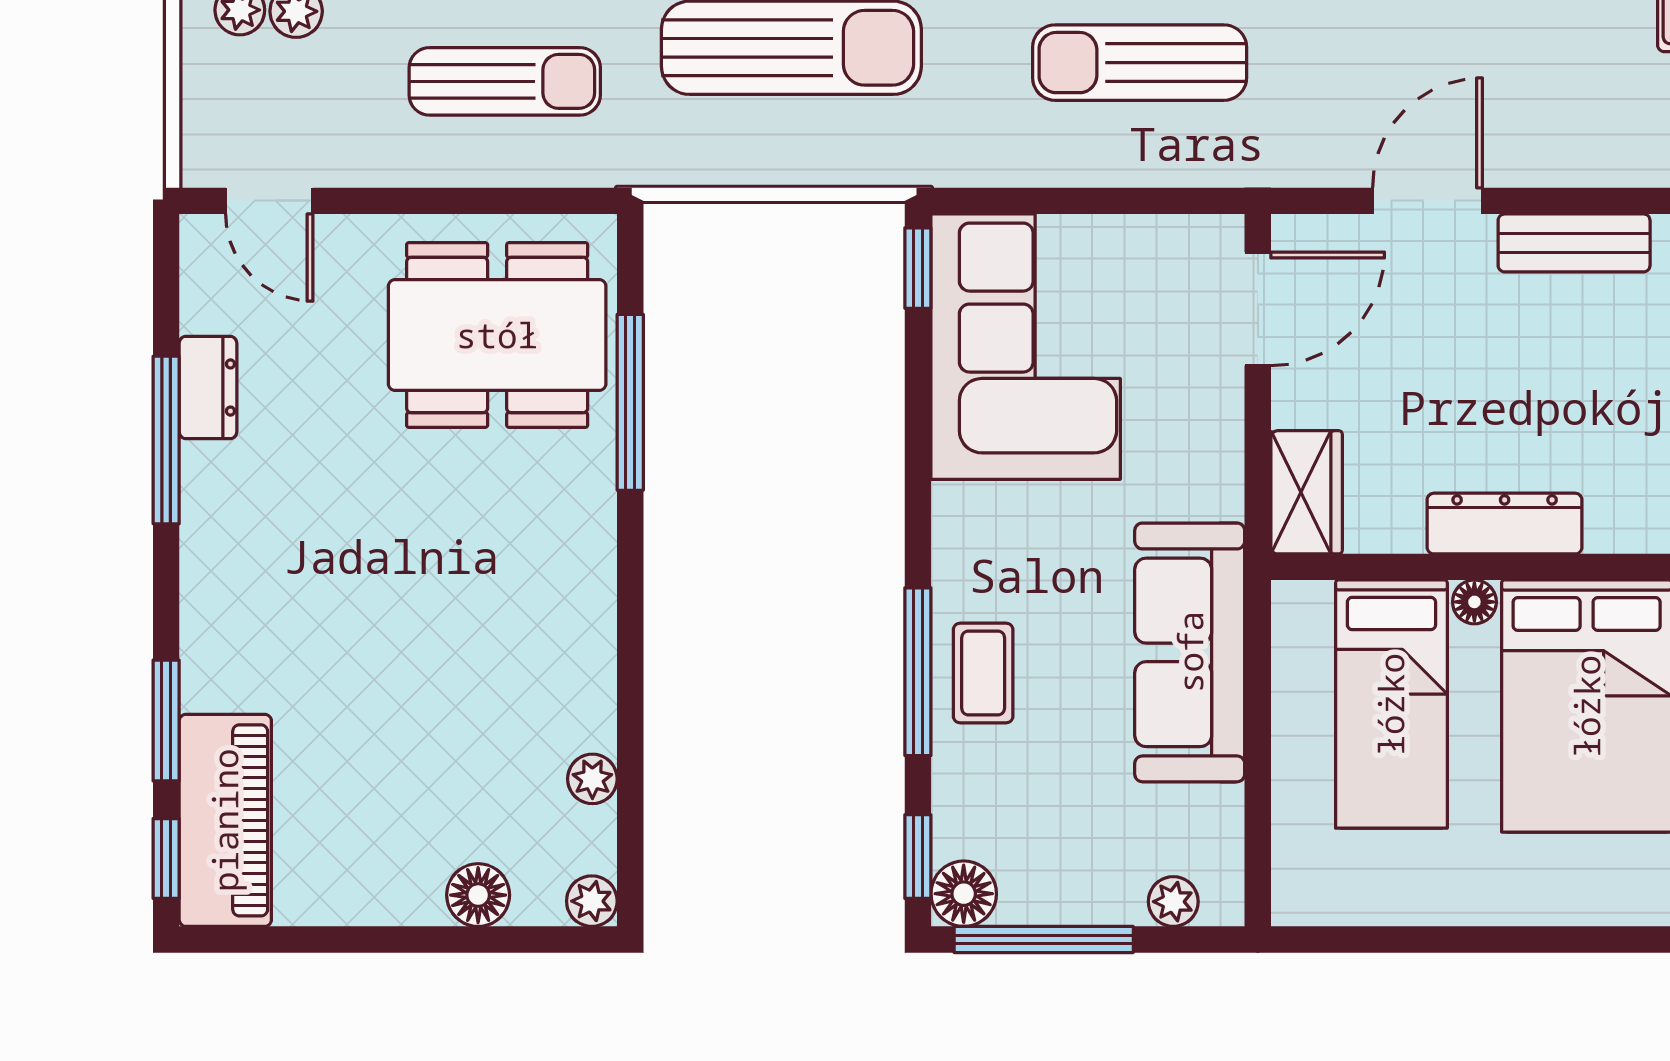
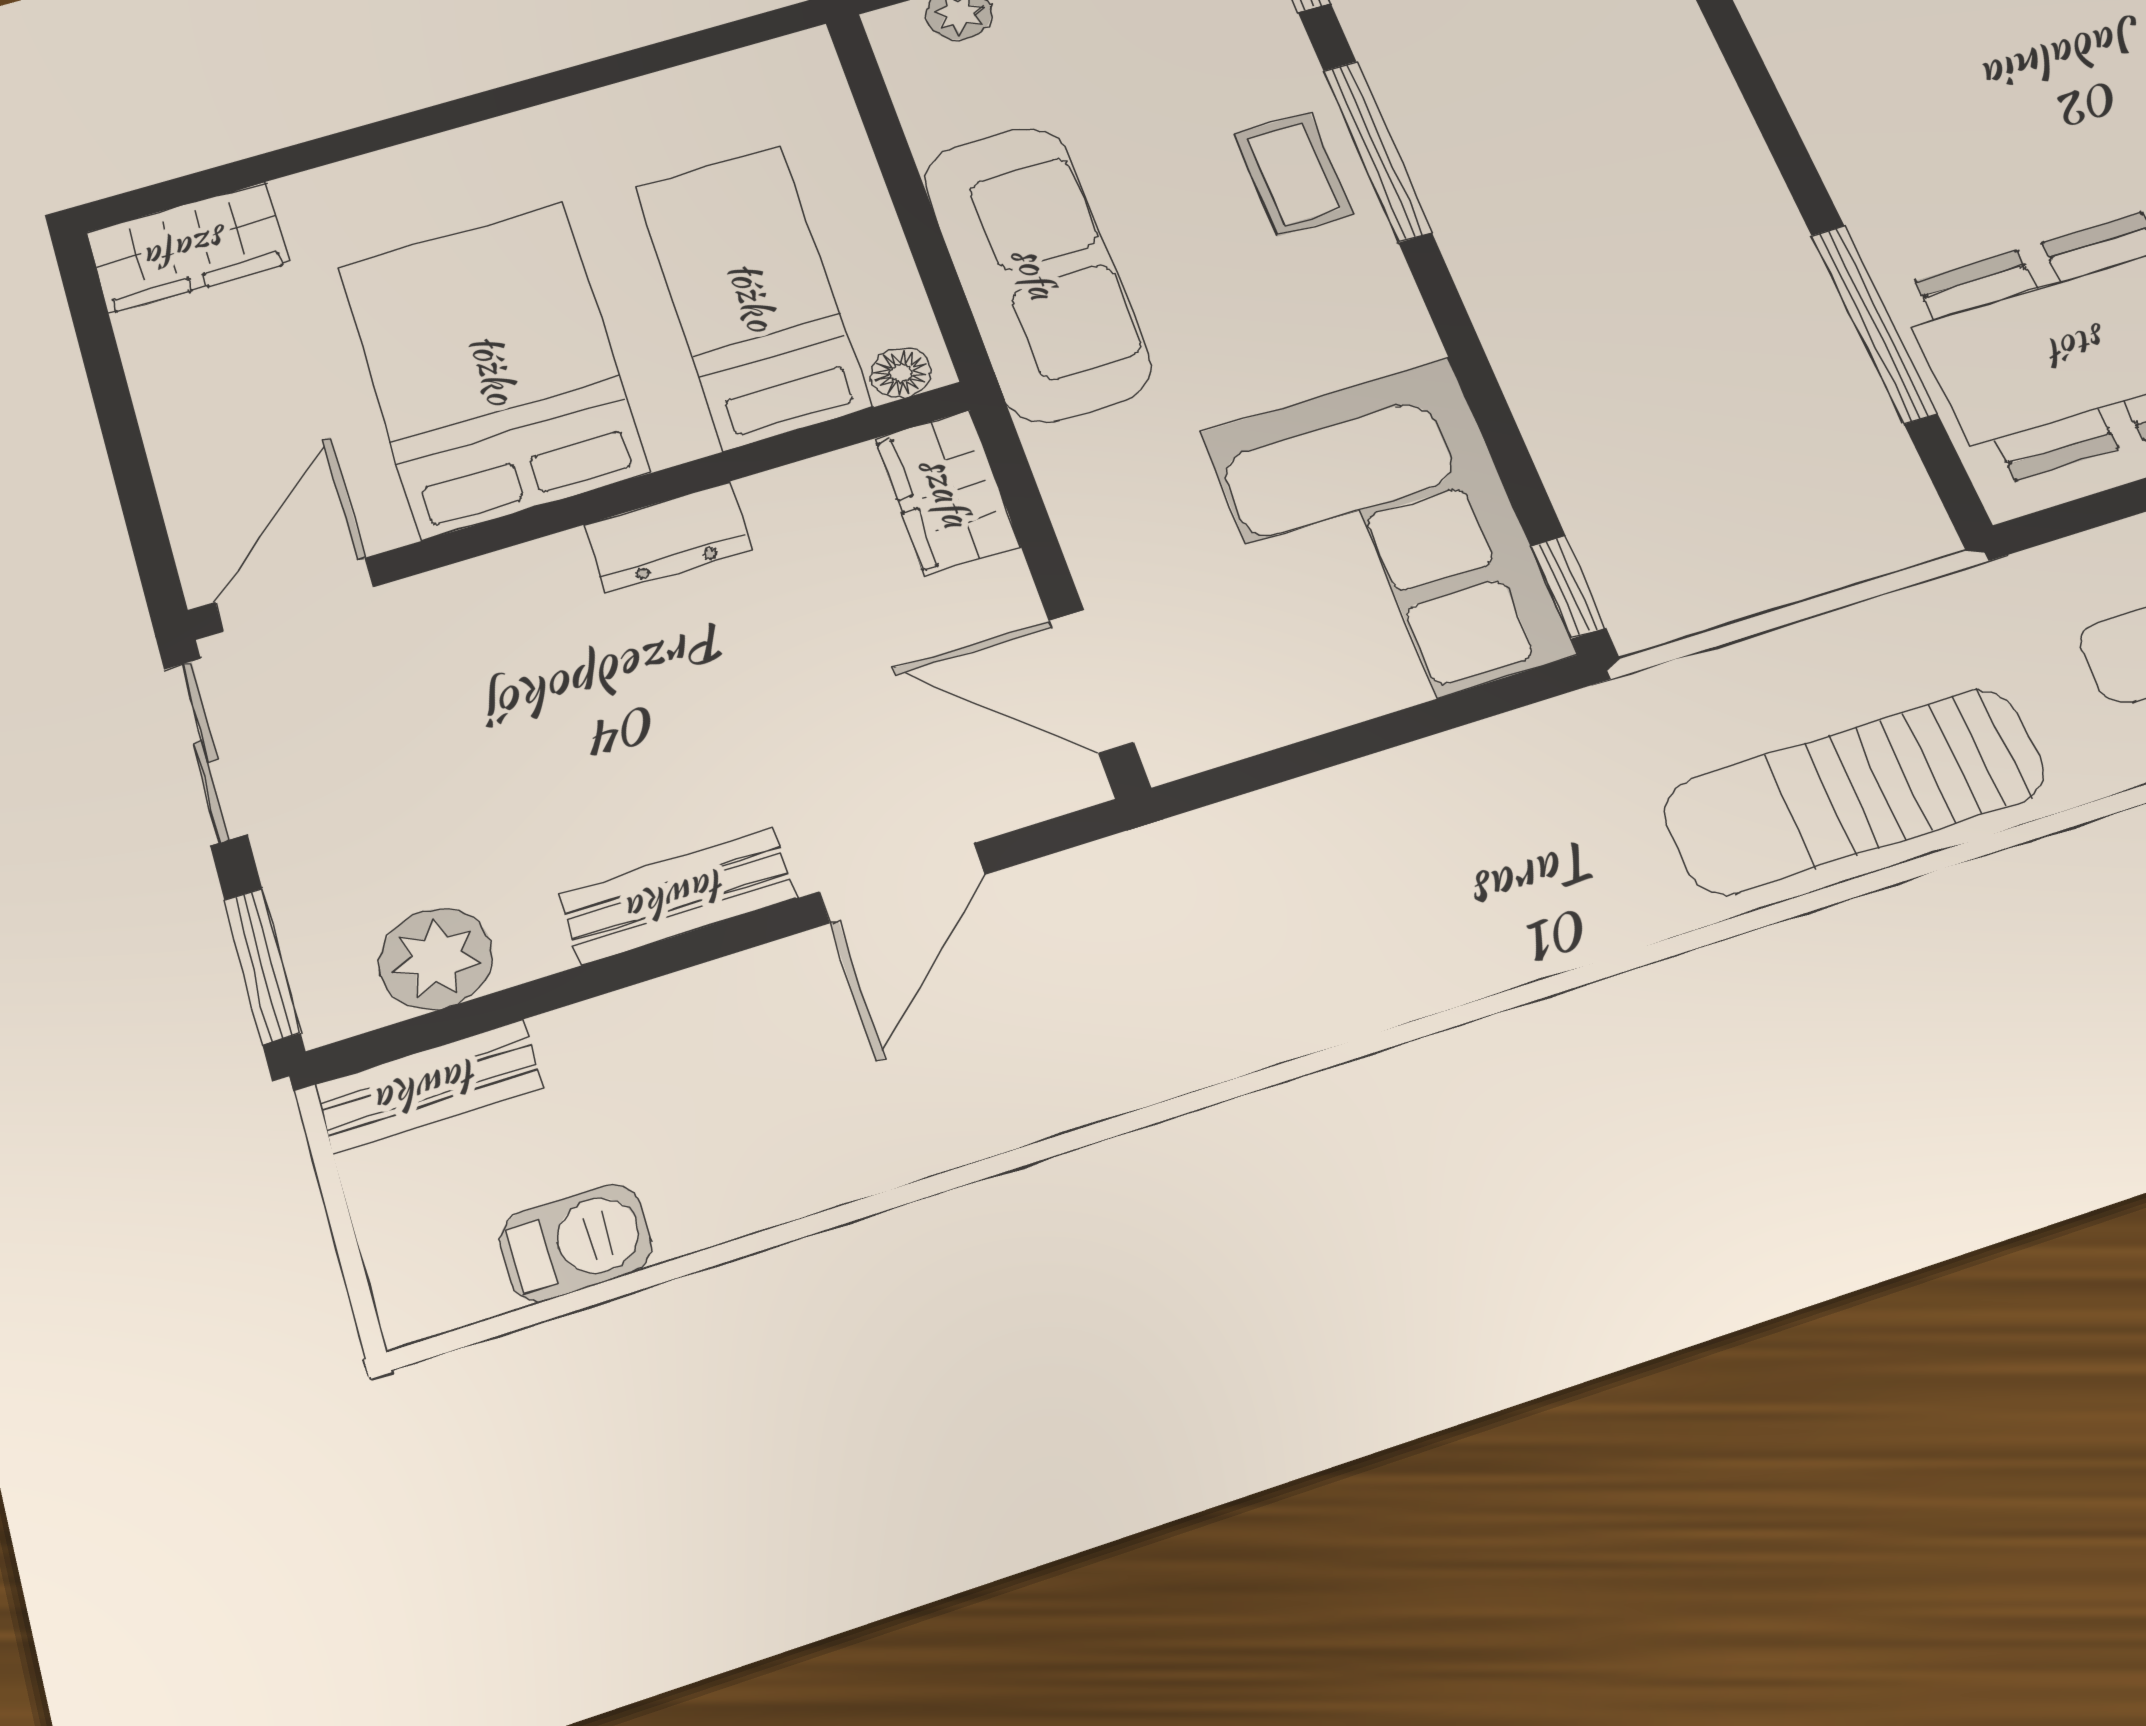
sun lounger: (1140, 63) -> (1369, 926), removed
door: (1258, 309) -> (1091, 681), hinge flipped
dresser: (1505, 524) -> (668, 537), width x0.70
floor lamp: (1474, 602) -> (901, 373), moved

